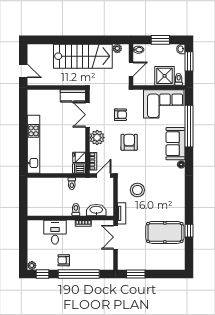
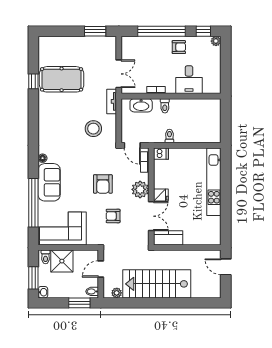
window: (160, 40) -> (79, 303), moved
fridge: (79, 157) -> (161, 195), moved
door: (104, 176) -> (132, 145), hinge flipped

